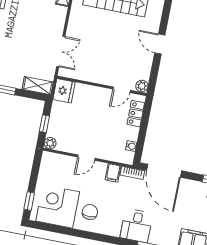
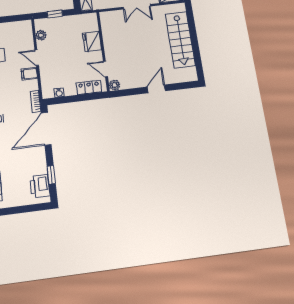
double door: (61, 52) -> (137, 7), moved
fridge: (64, 91) -> (92, 42), moved, turned 90
plant: (50, 143) -> (41, 35), moved
filing cabinet: (113, 173) -> (29, 74), moved

